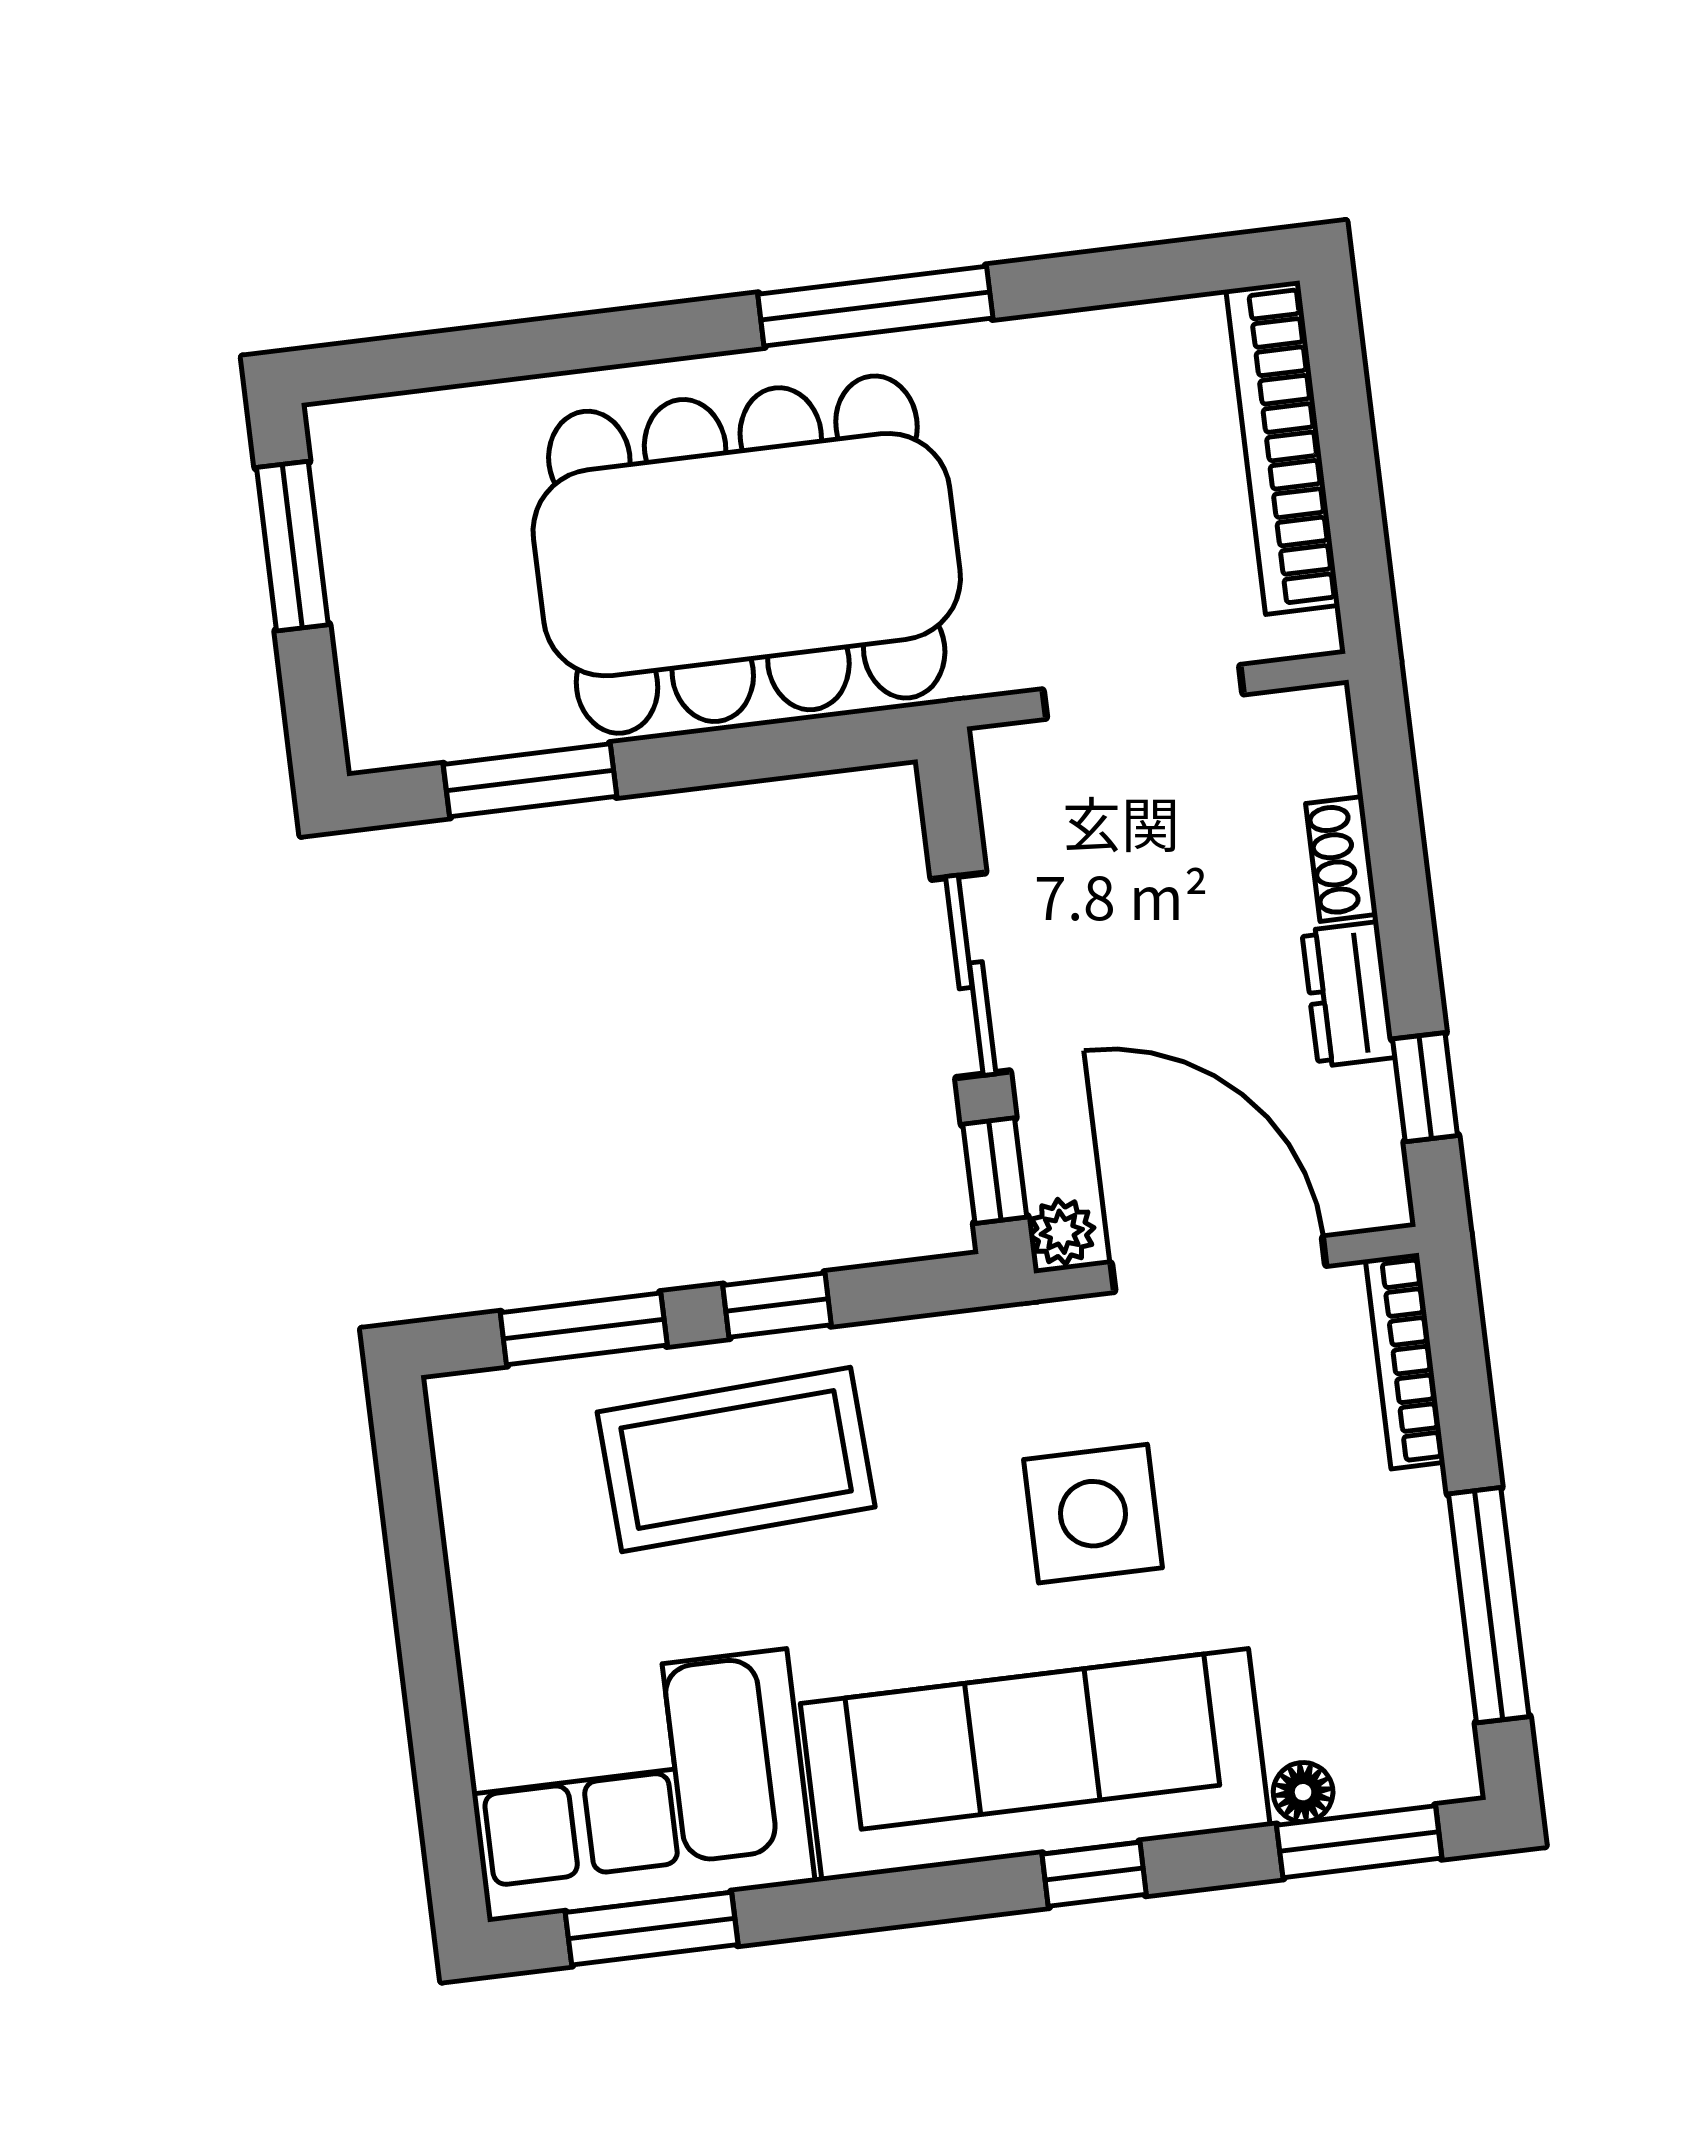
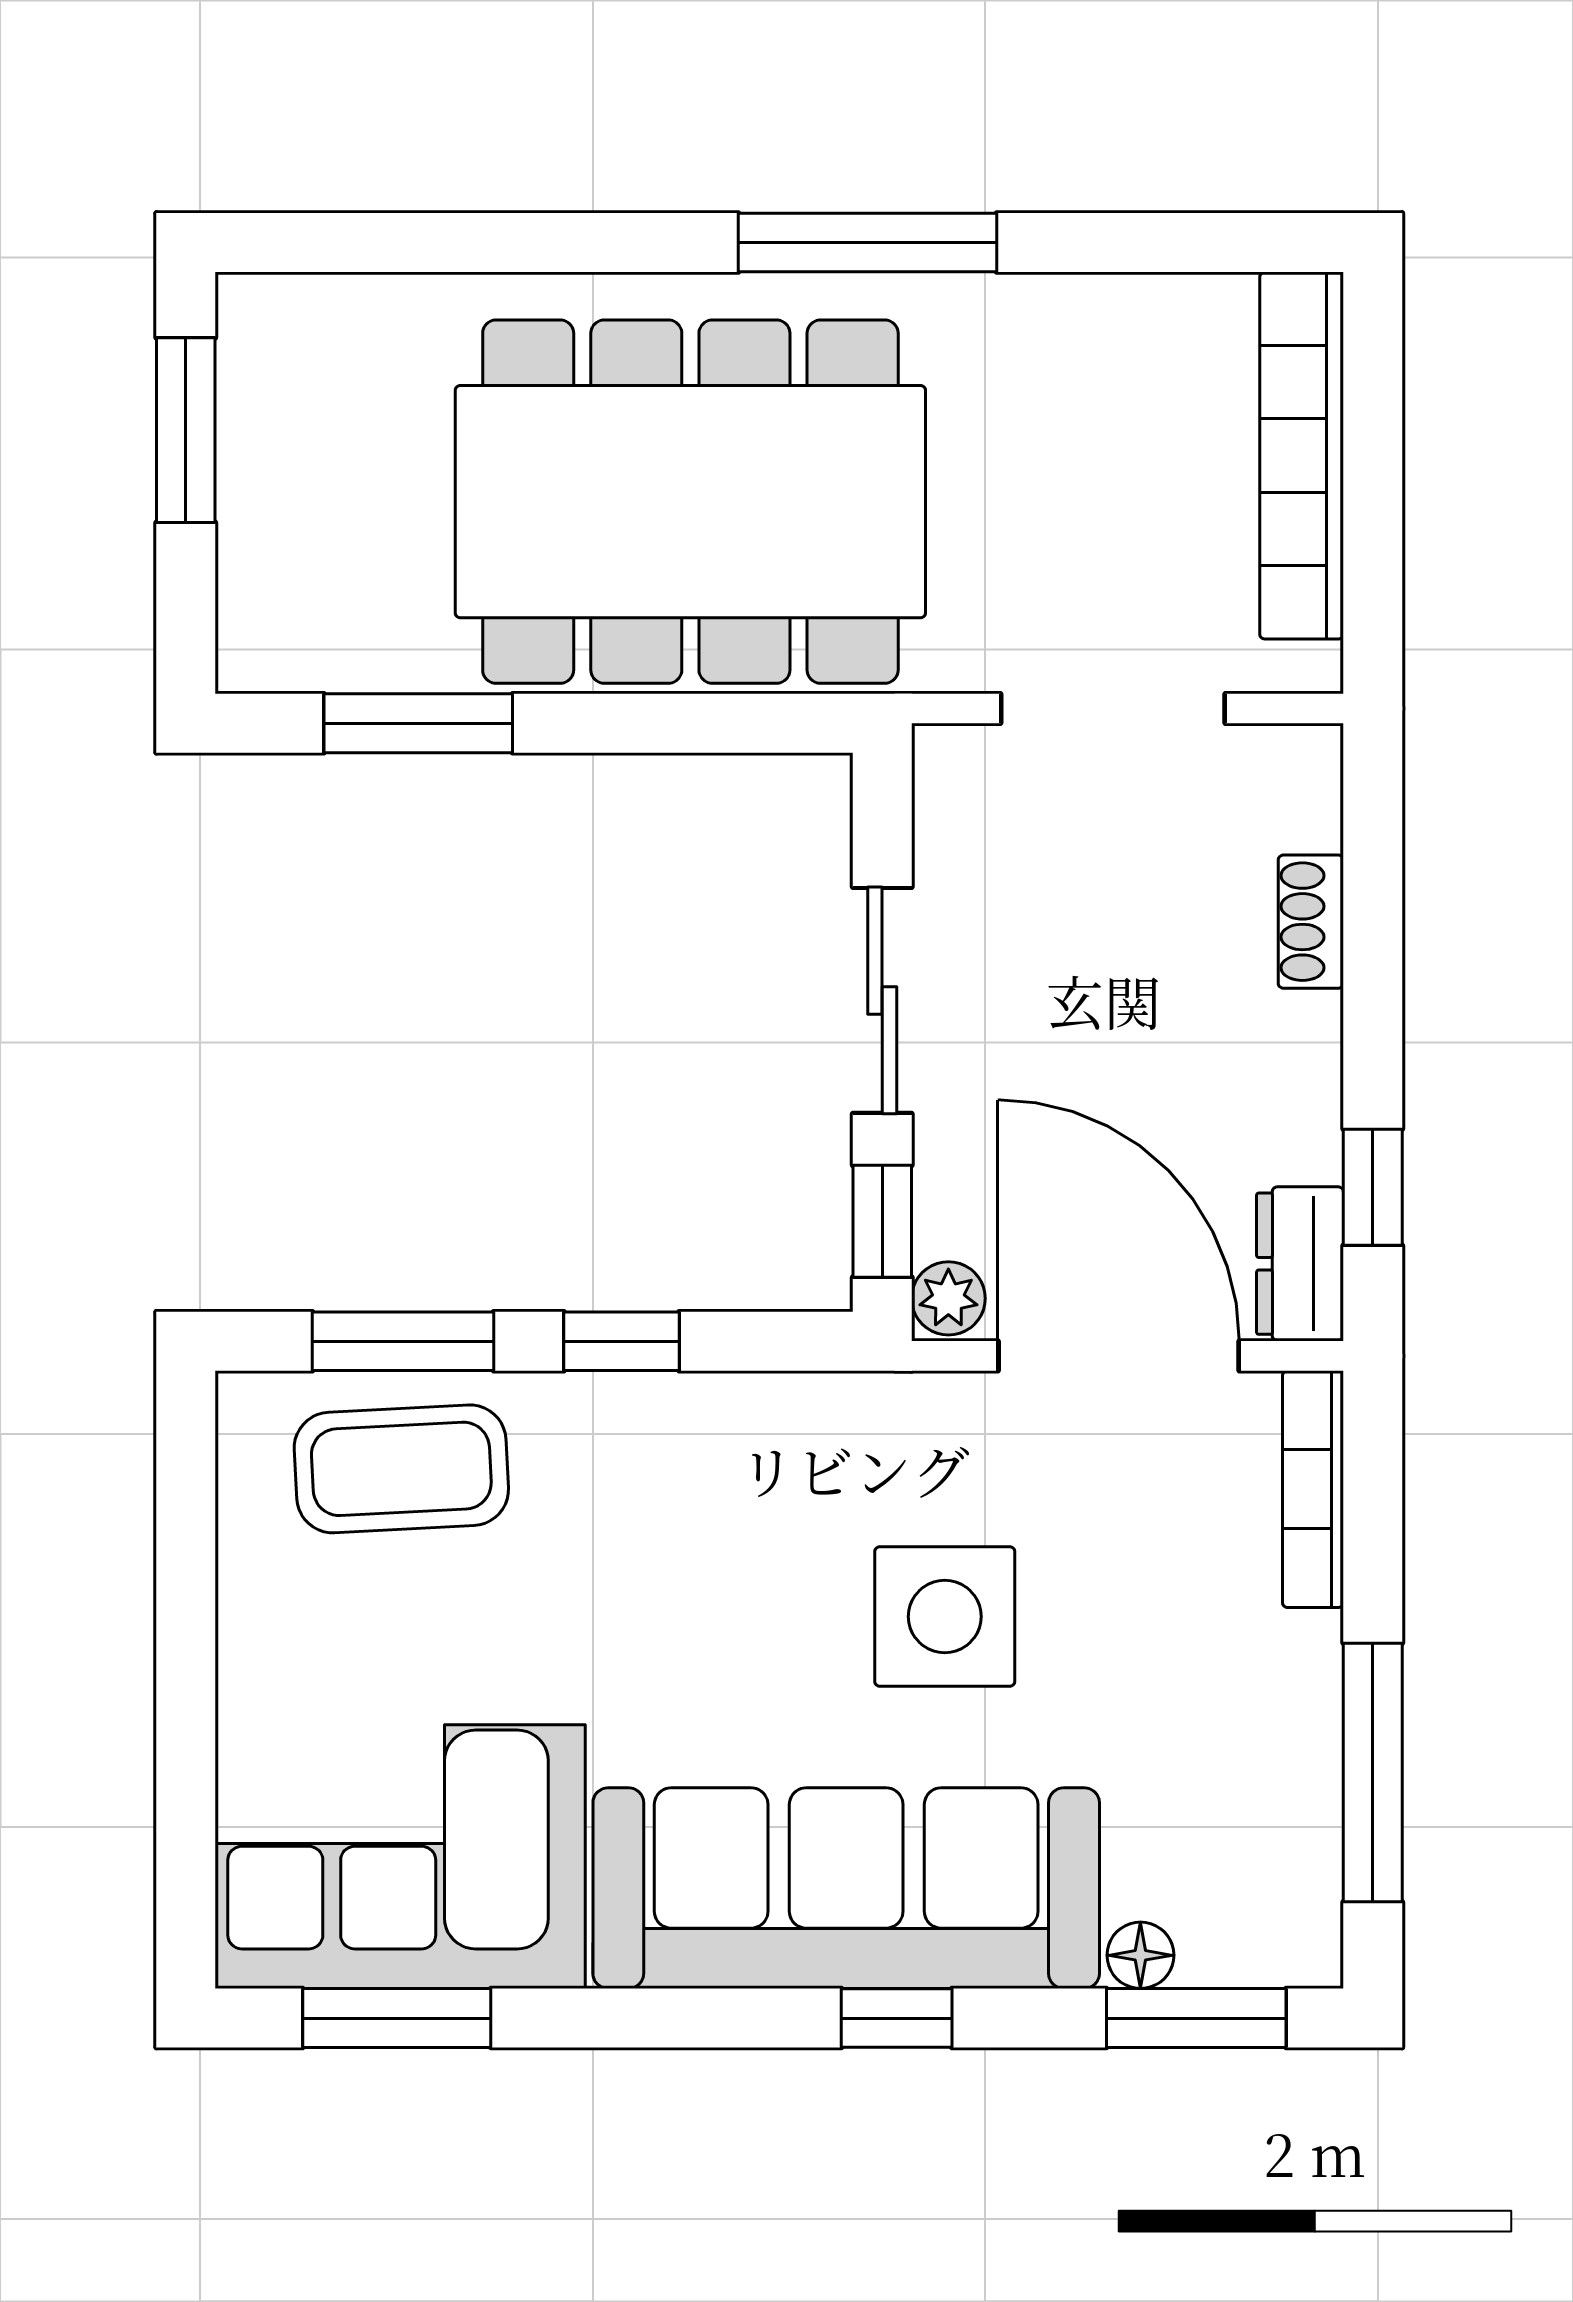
dresser: (1348, 994) -> (1300, 1264), moved
coffee table: (736, 1459) -> (401, 1469), moved, width x0.73, depth x0.76

